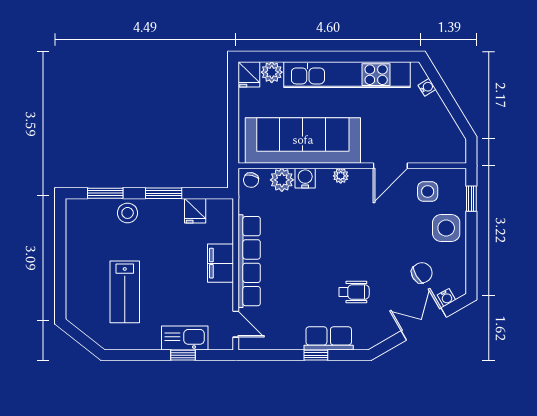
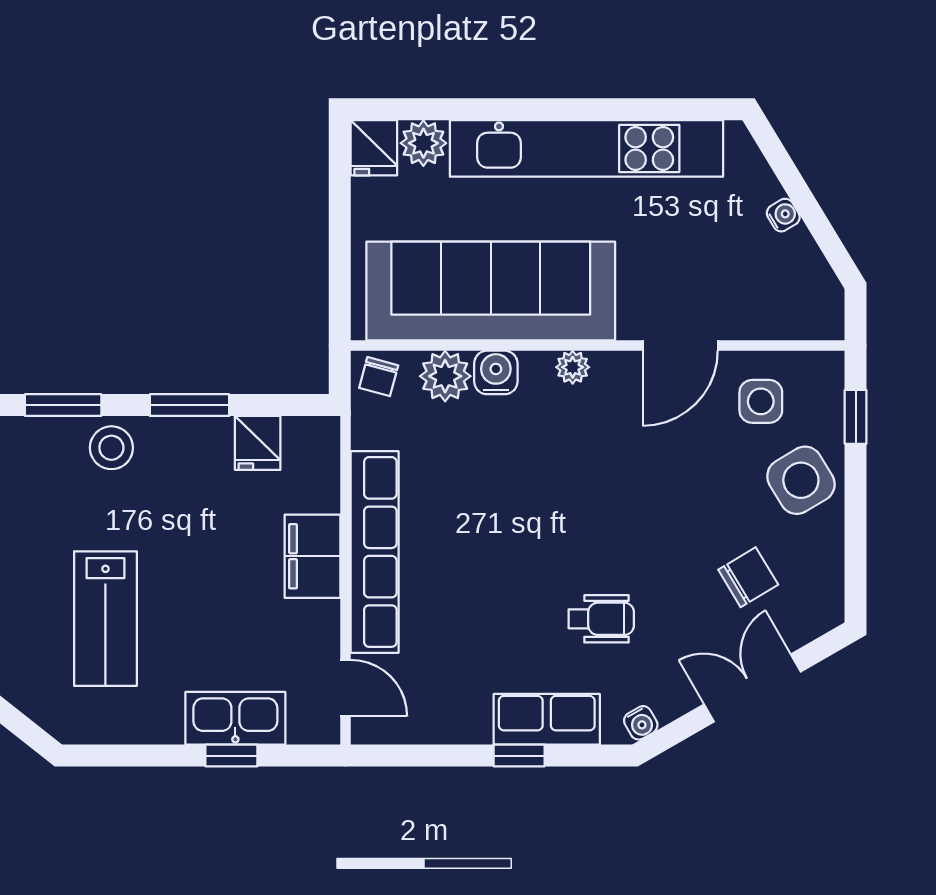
water cooler: (427, 87) -> (783, 215), moved
side table: (446, 228) -> (801, 480), turned -31
water cooler: (446, 297) -> (641, 723), moved

